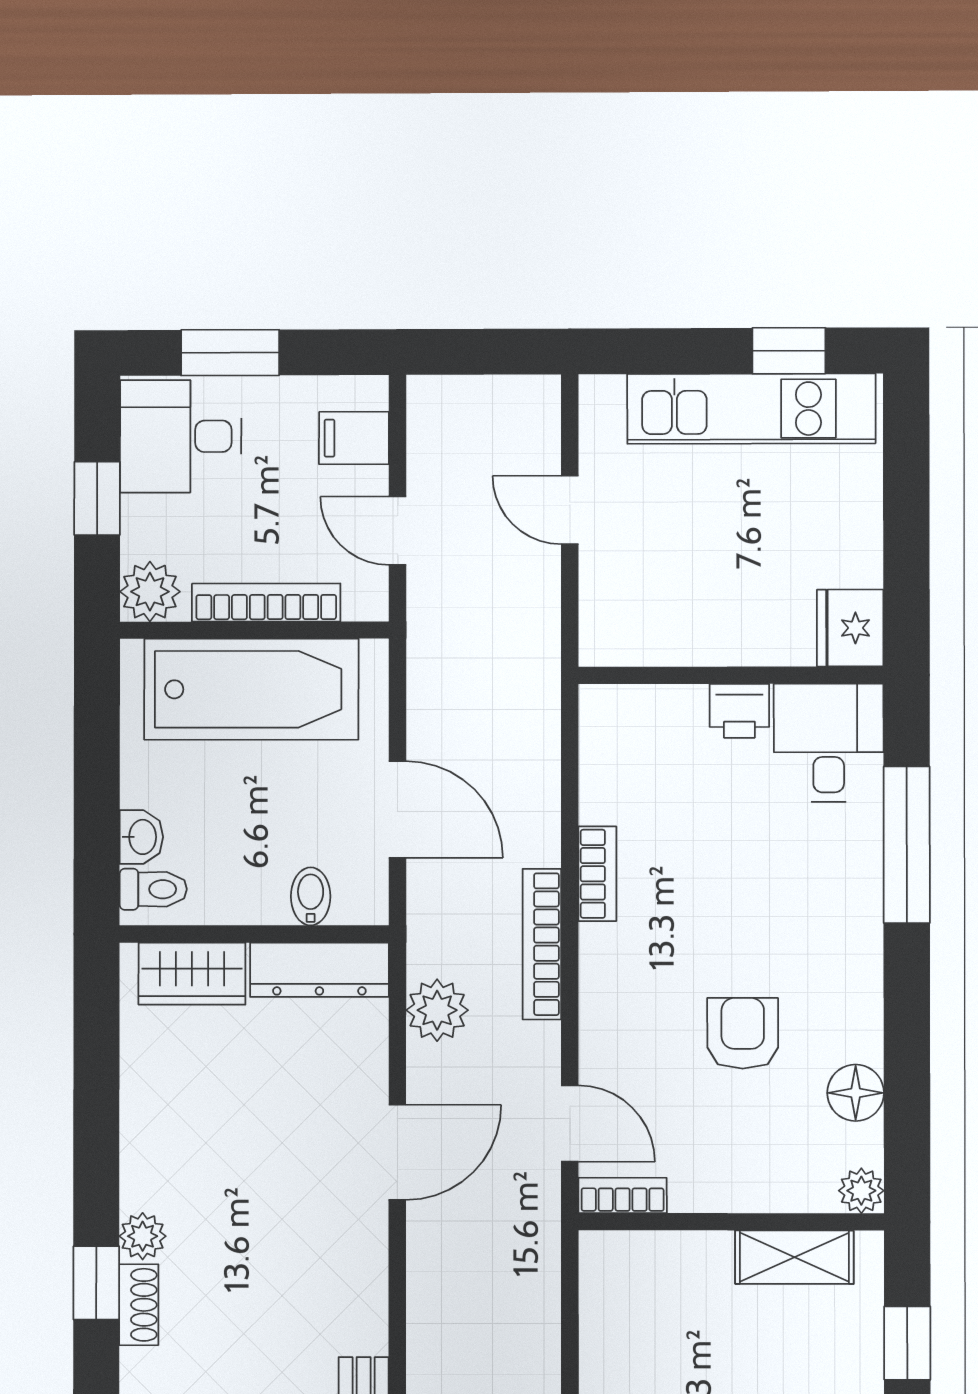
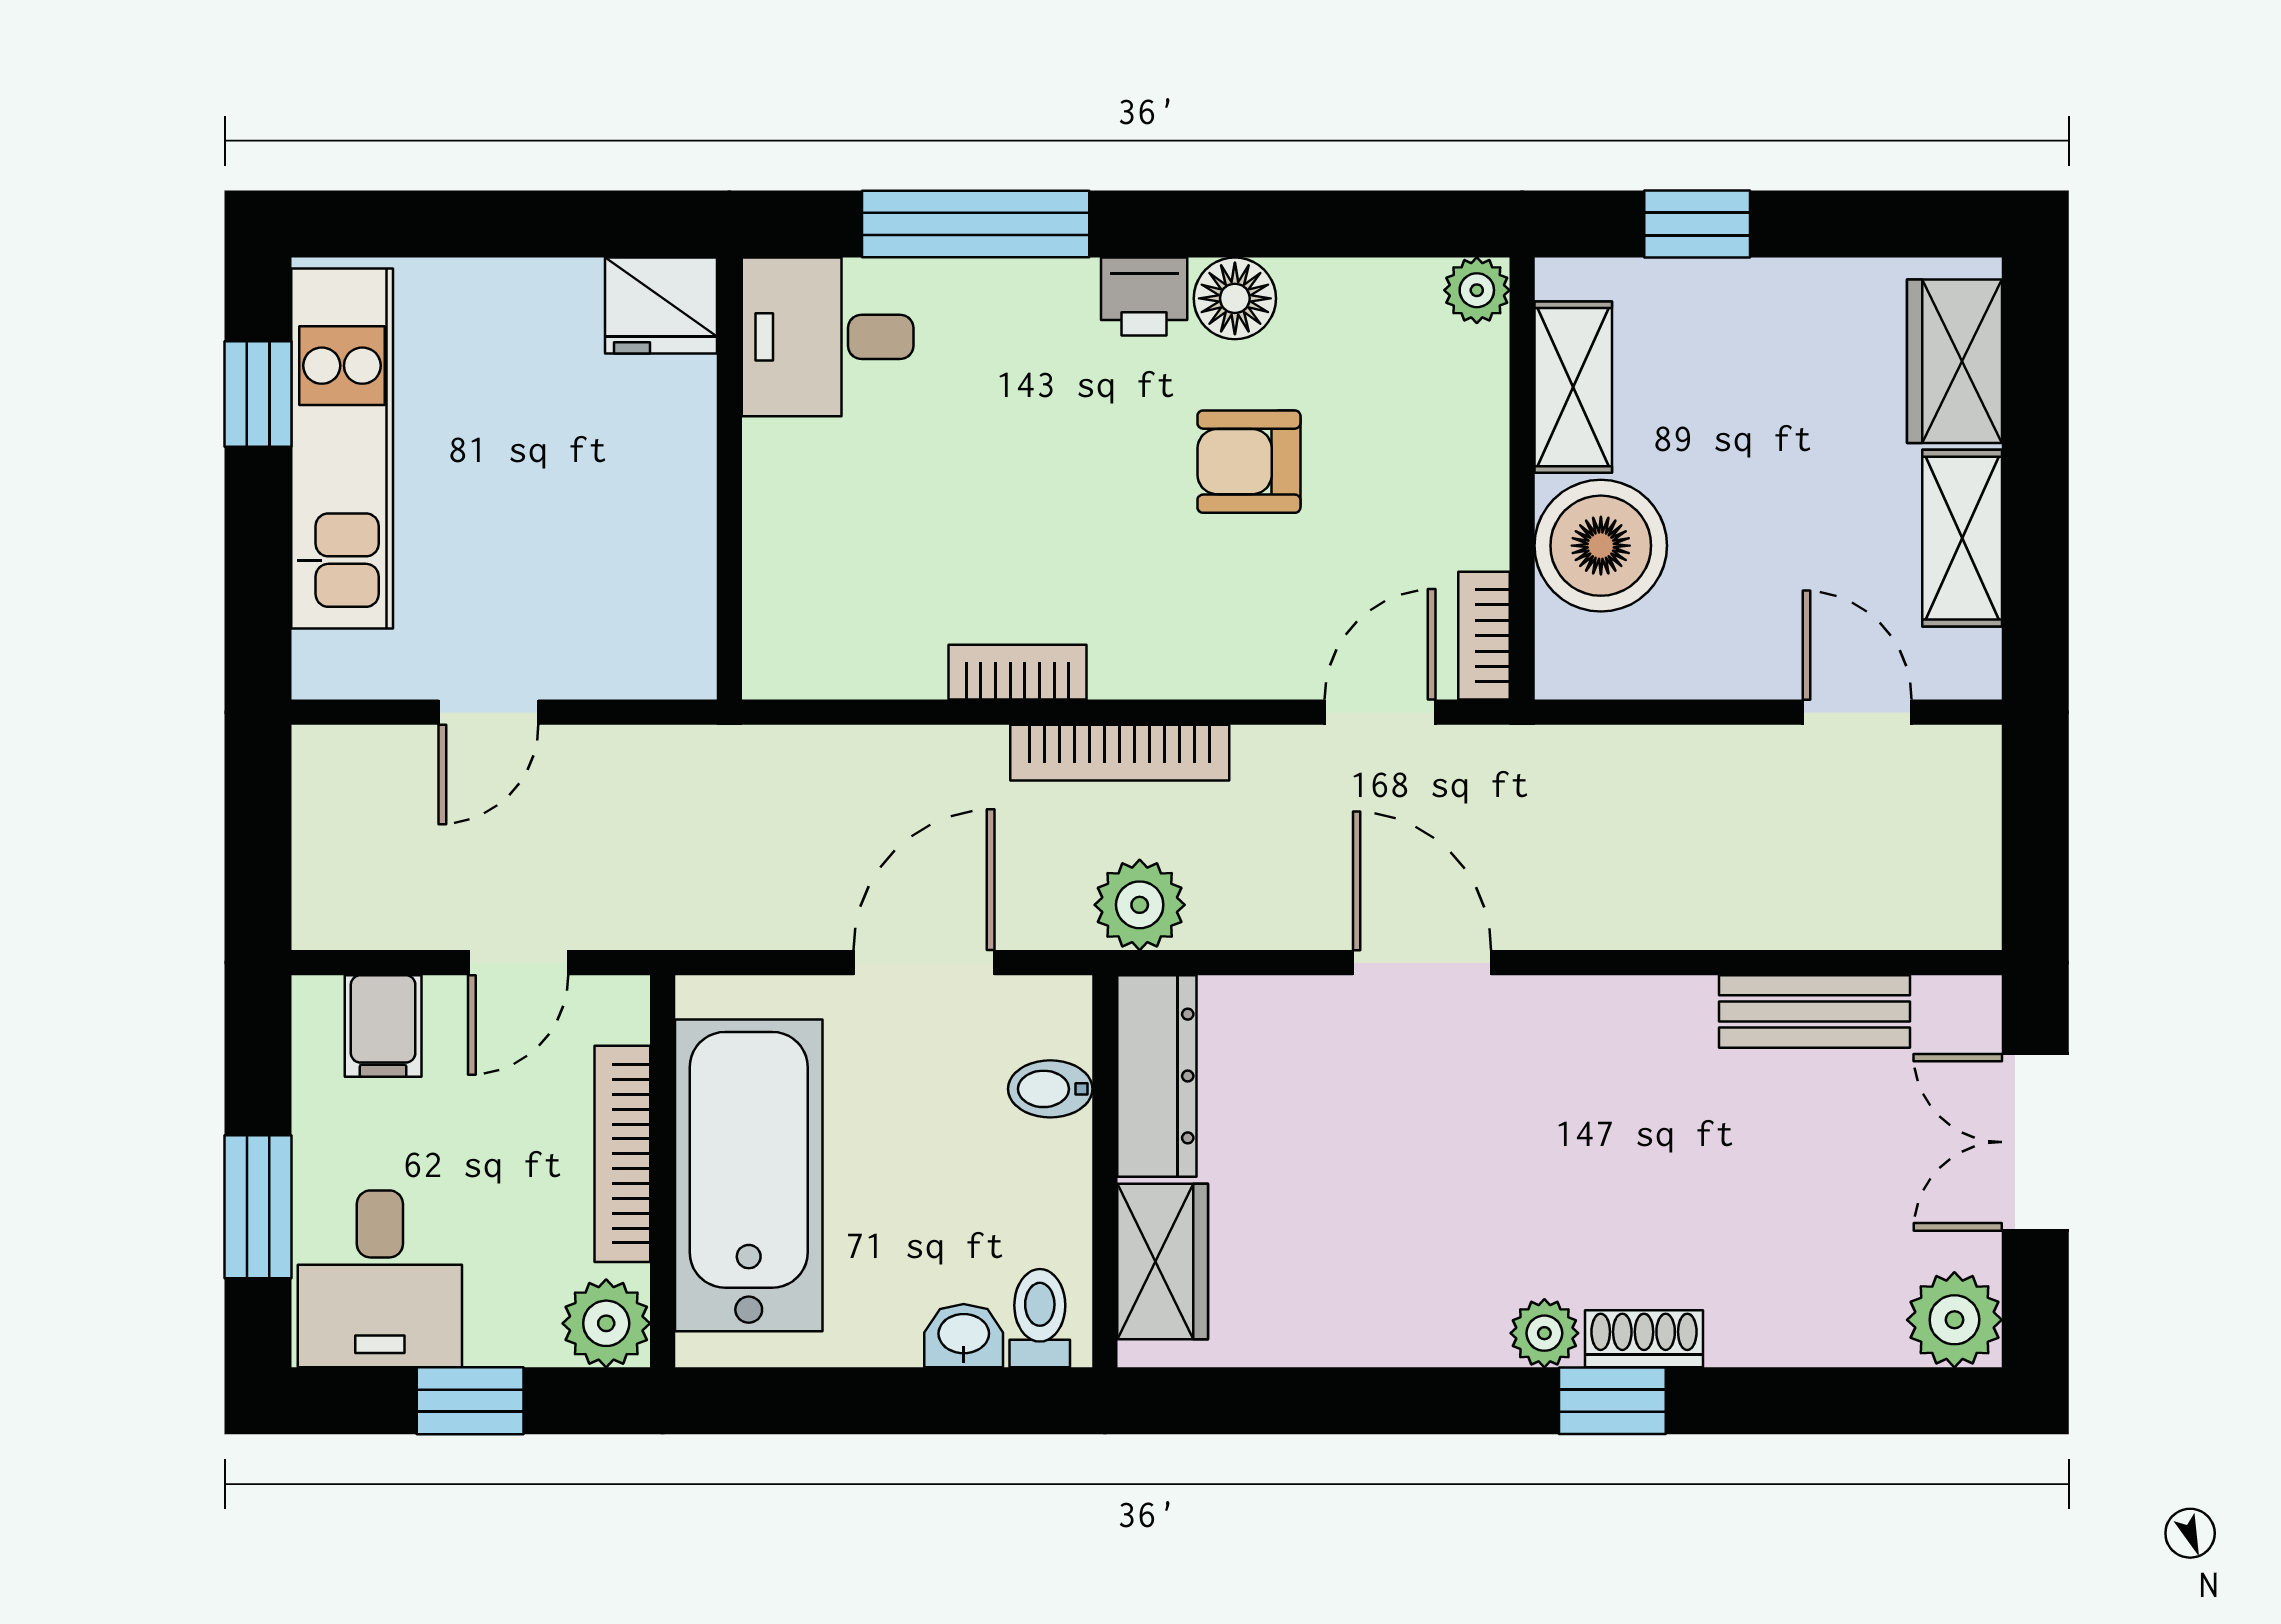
printer: (739, 711) -> (1144, 297), moved, turned 90
plant: (437, 1010) -> (1140, 905), moved
floor lamp: (856, 1093) -> (1235, 298), moved
boiler: (685, 1276) -> (1601, 546), added

